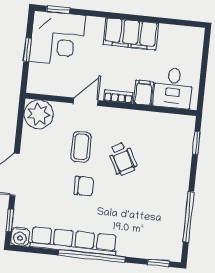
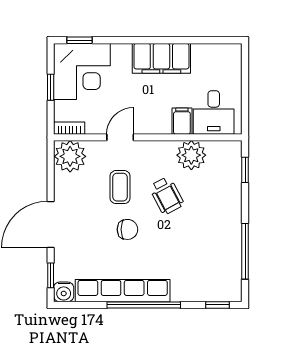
bookcase: (118, 97) -> (69, 128), moved
plant: (149, 125) -> (191, 155), added

